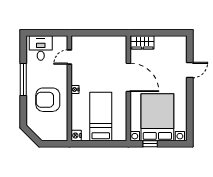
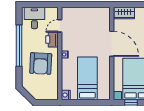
printer: (61, 73) -> (52, 40), added
window: (23, 79) -> (19, 46), width x1.46
armchair: (48, 100) -> (41, 63), turned -87

